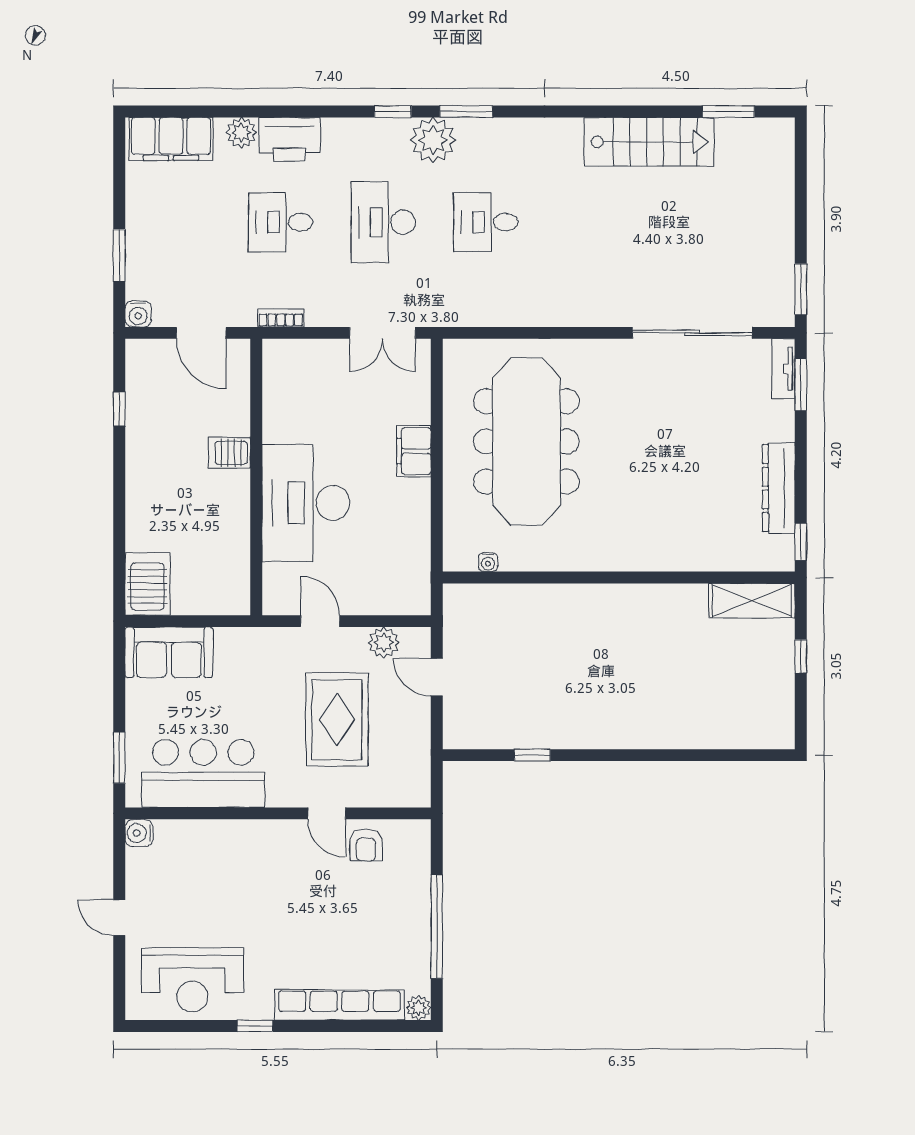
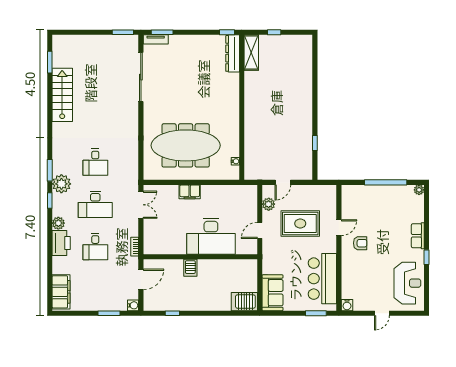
plant: (241, 133) -> (58, 223), moved
dresser: (779, 488) -> (233, 53), moved, turned 90
armchair: (366, 845) -> (360, 243), moved
row of seats: (340, 1005) -> (418, 236), width x0.50

